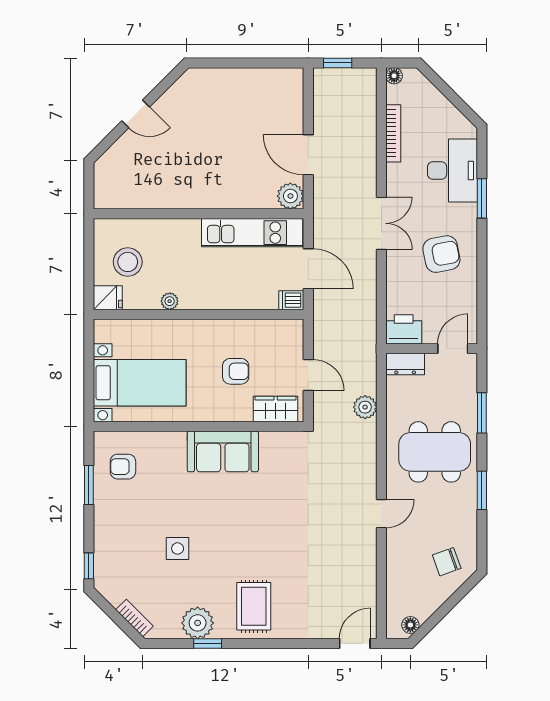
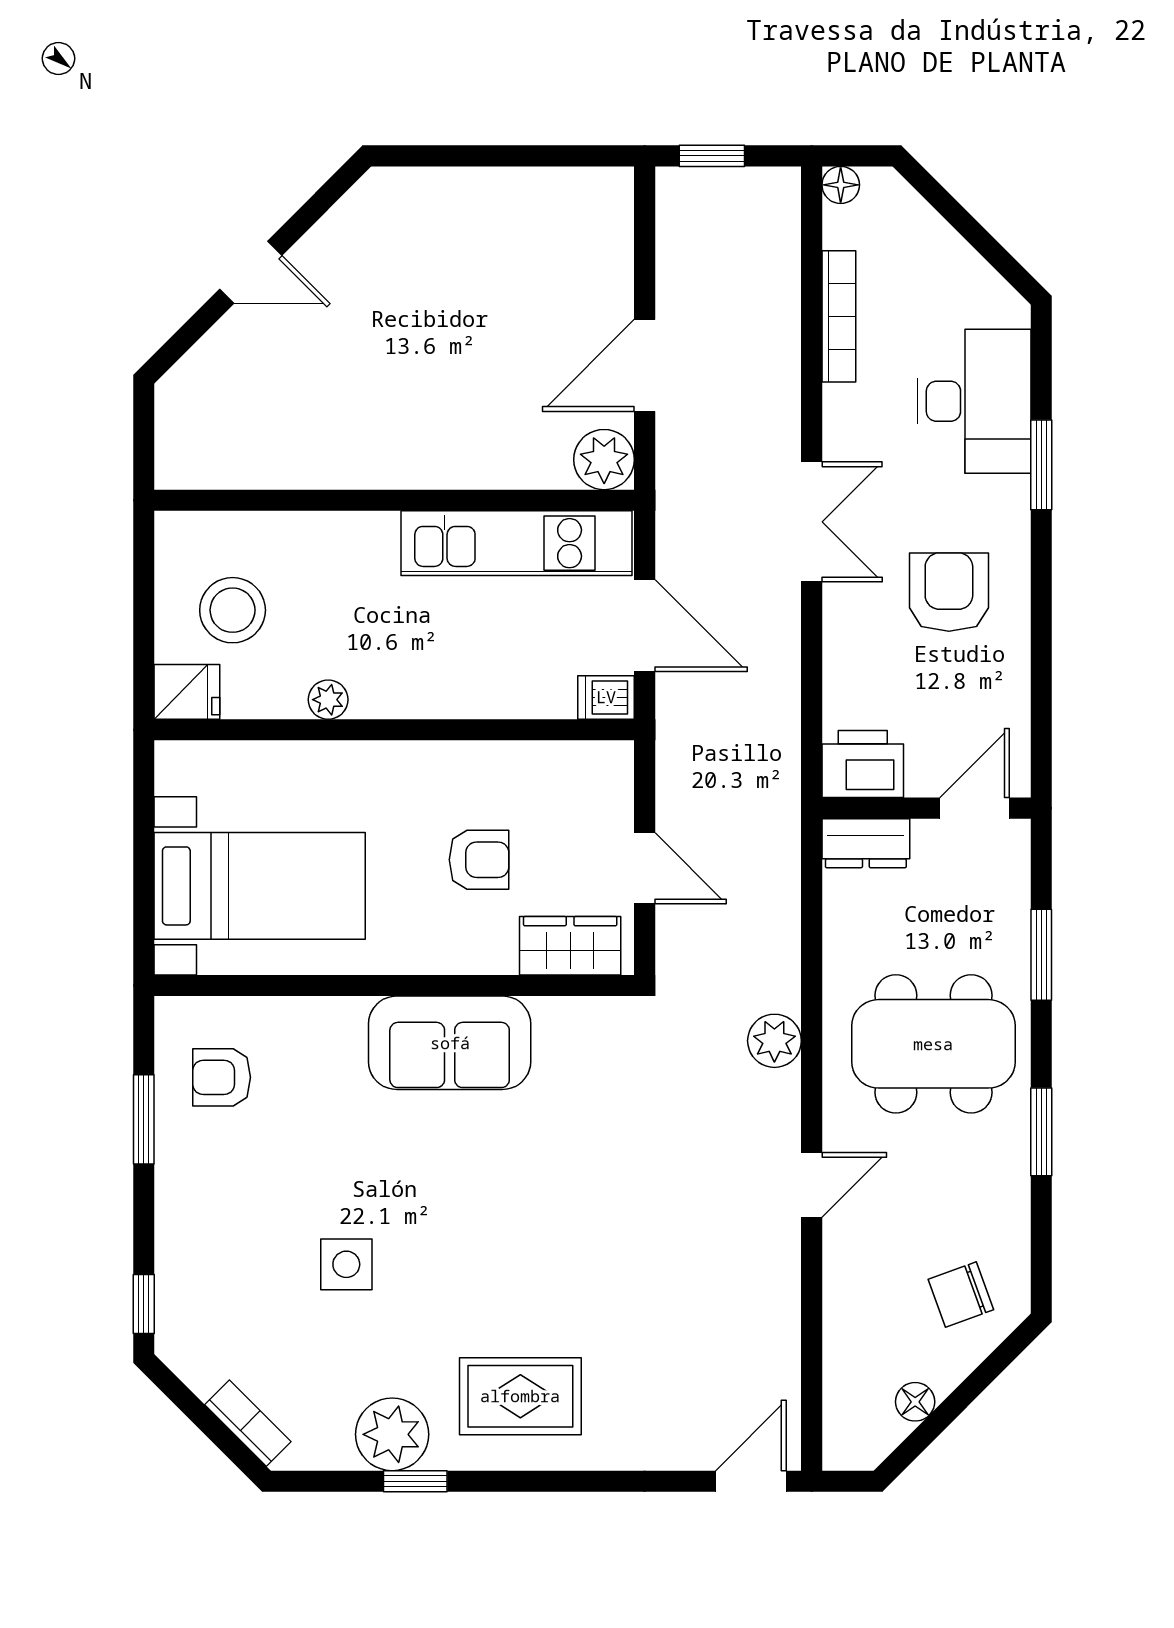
door: (308, 155) -> (645, 365), hinge flipped
armchair: (441, 254) -> (949, 592), turned -79
plant: (365, 407) -> (774, 1041), moved
rug: (254, 606) -> (520, 1396), turned 90
floor lamp: (410, 625) -> (915, 1402), moved

